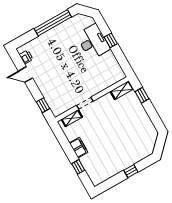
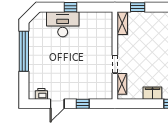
window: (43, 105) -> (83, 104), moved

